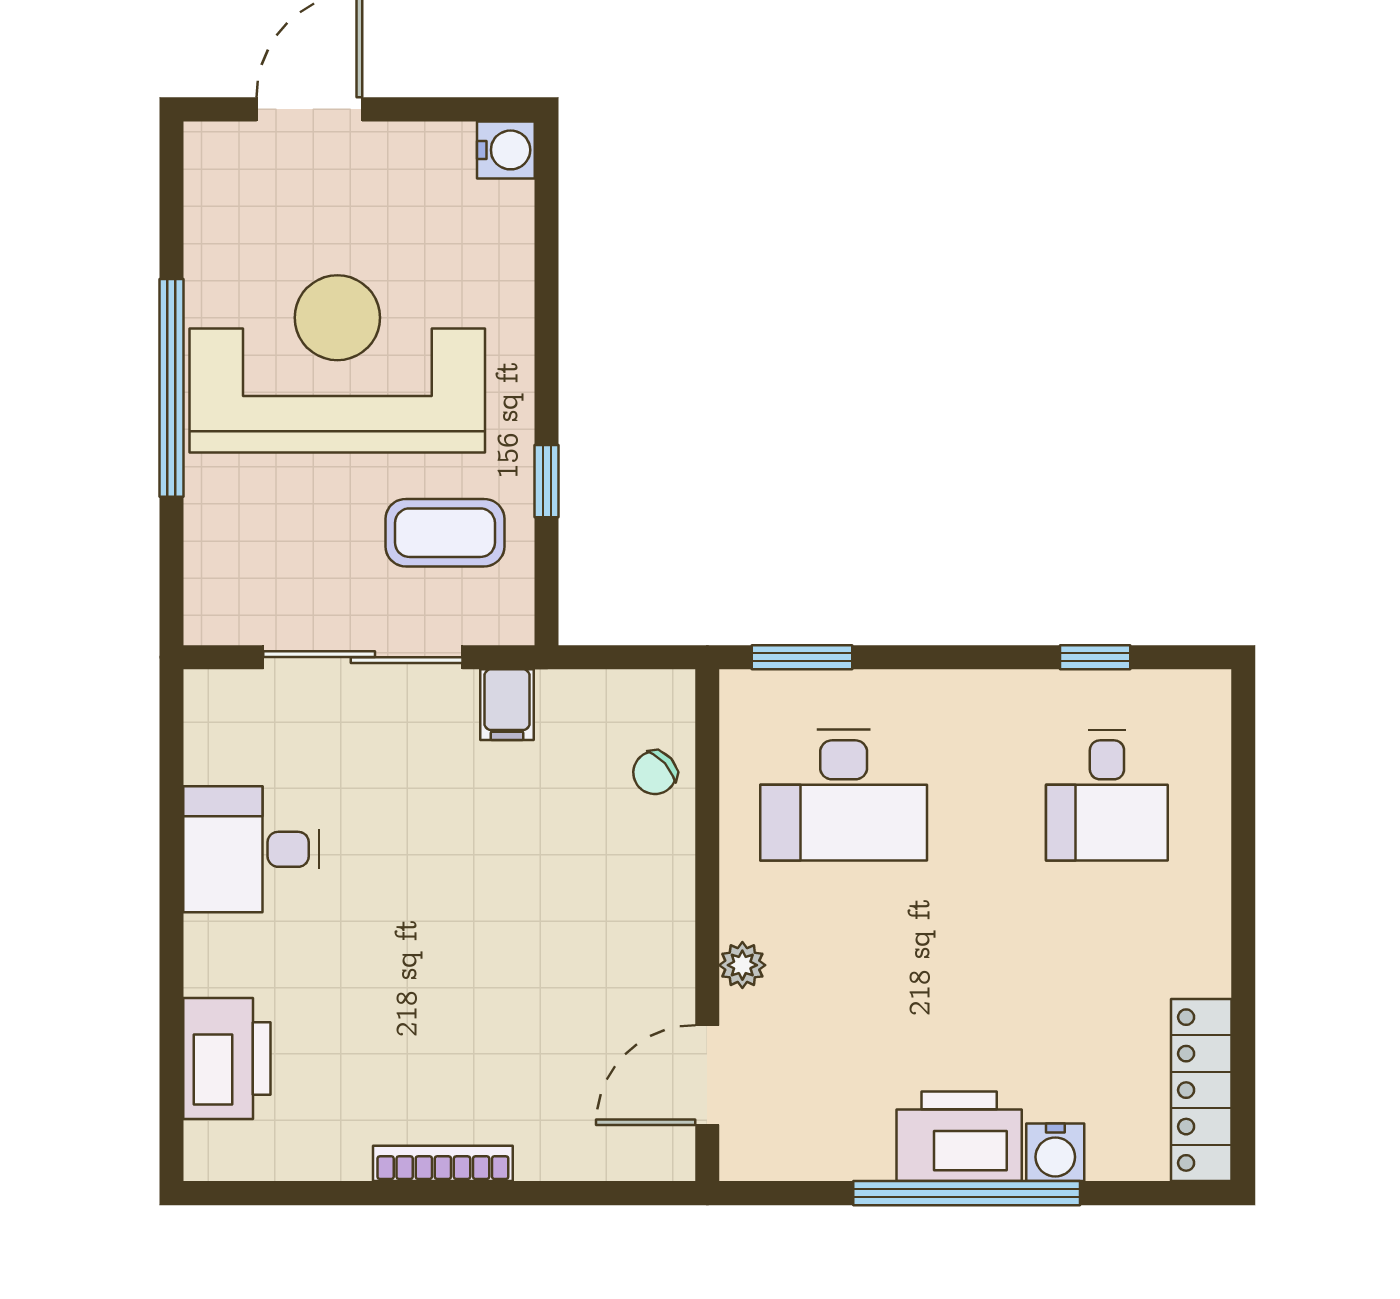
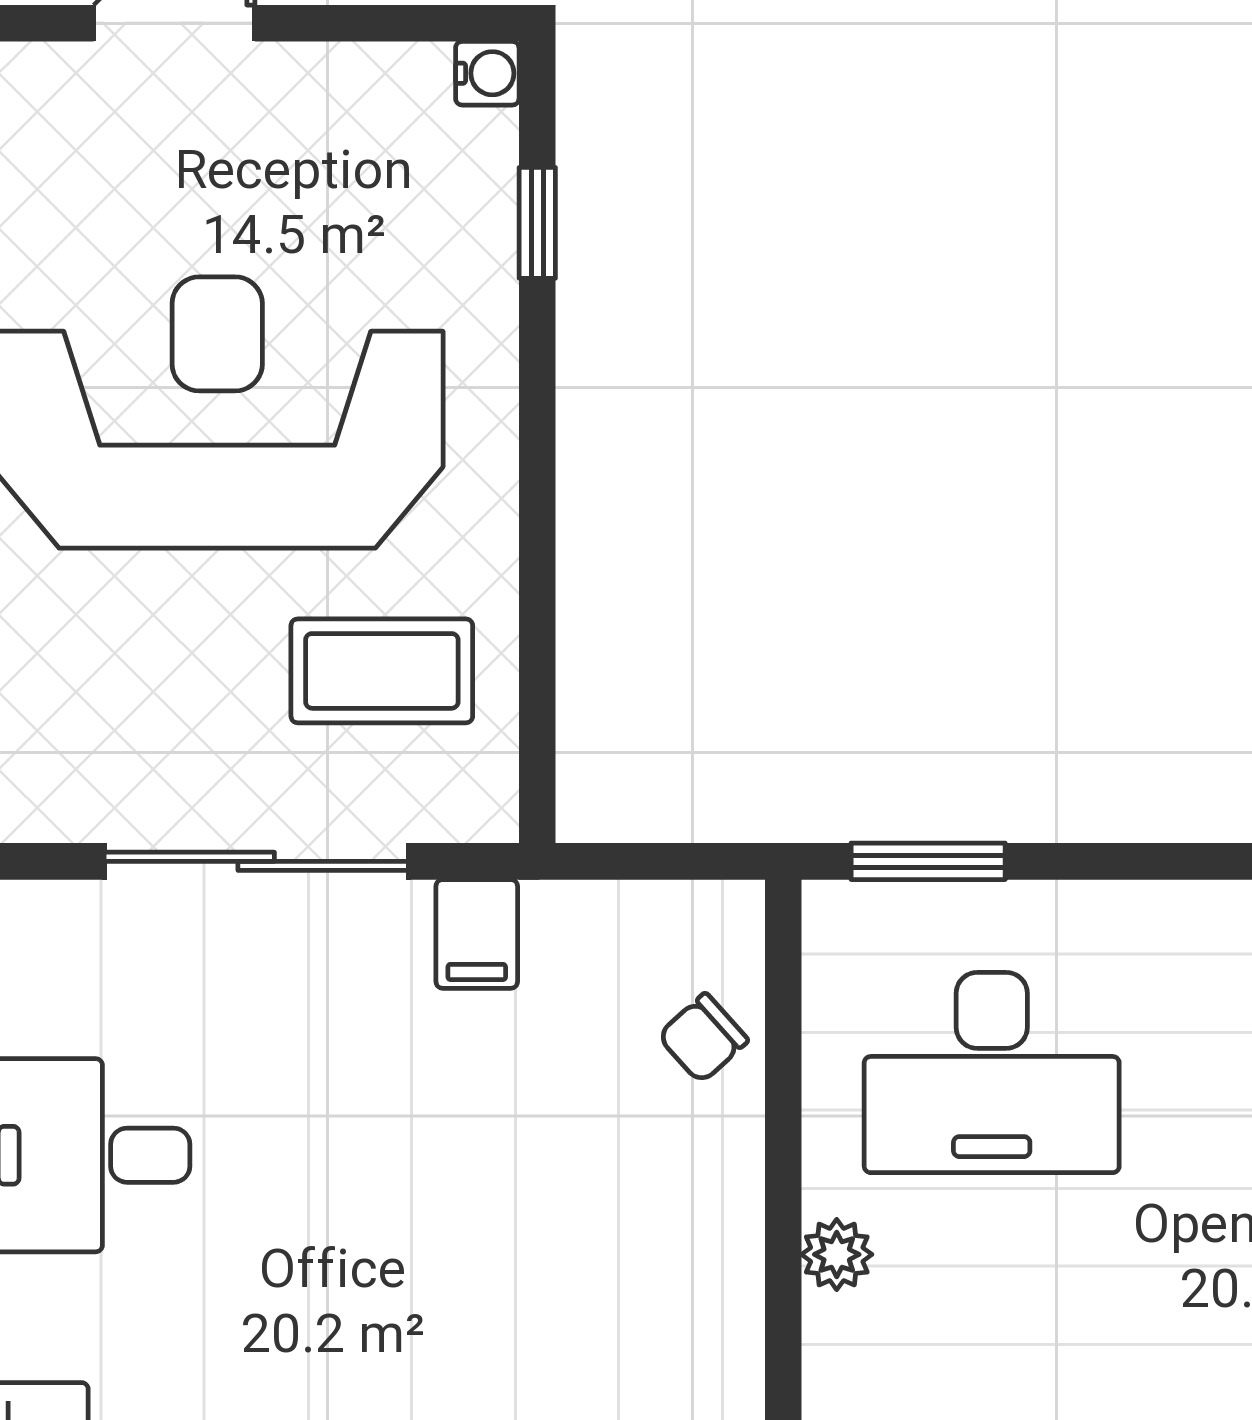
water cooler: (506, 150) -> (487, 73), width x0.72, depth x0.72
window: (547, 481) -> (537, 223), moved
plant: (742, 965) -> (837, 1254), moved

